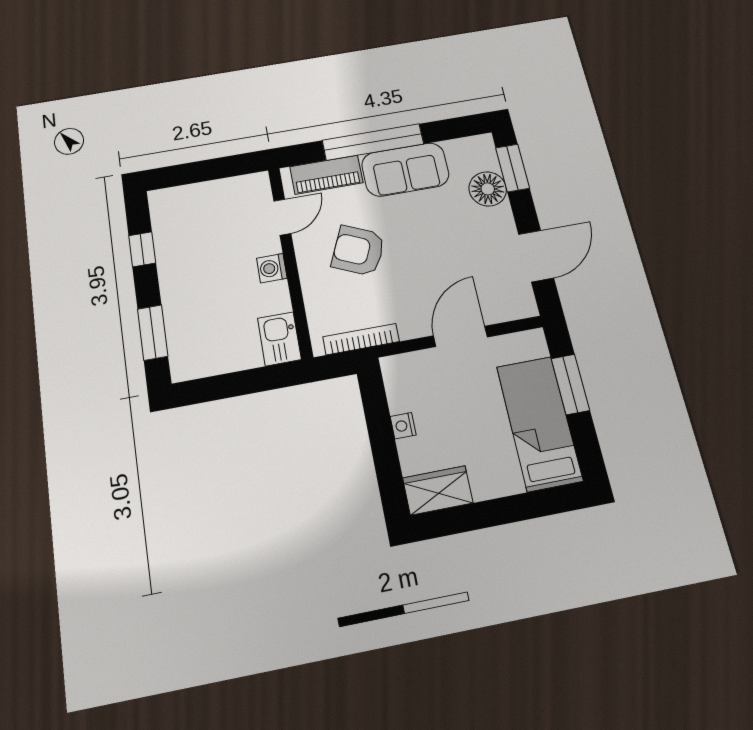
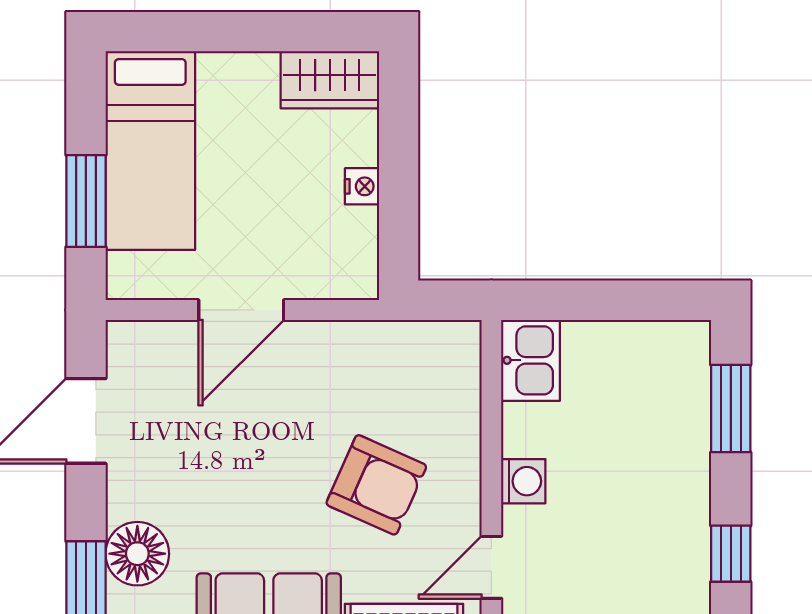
bookcase: (361, 339) -> (400, 335), removed

